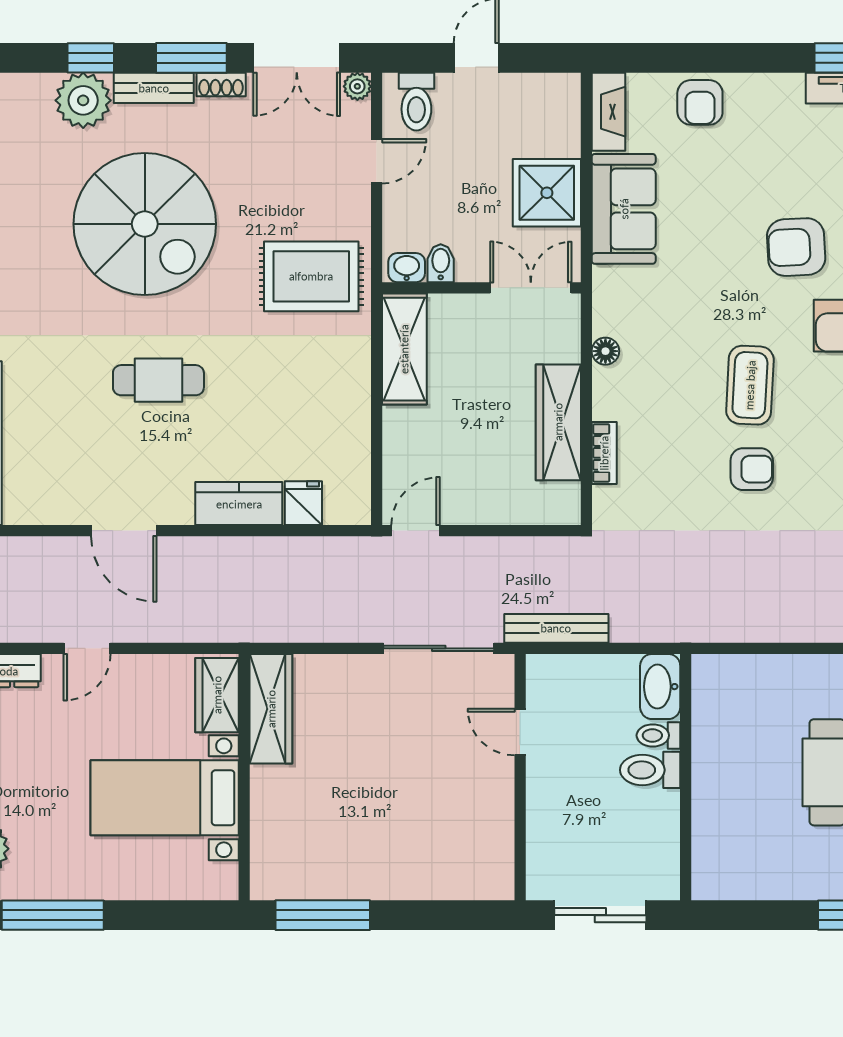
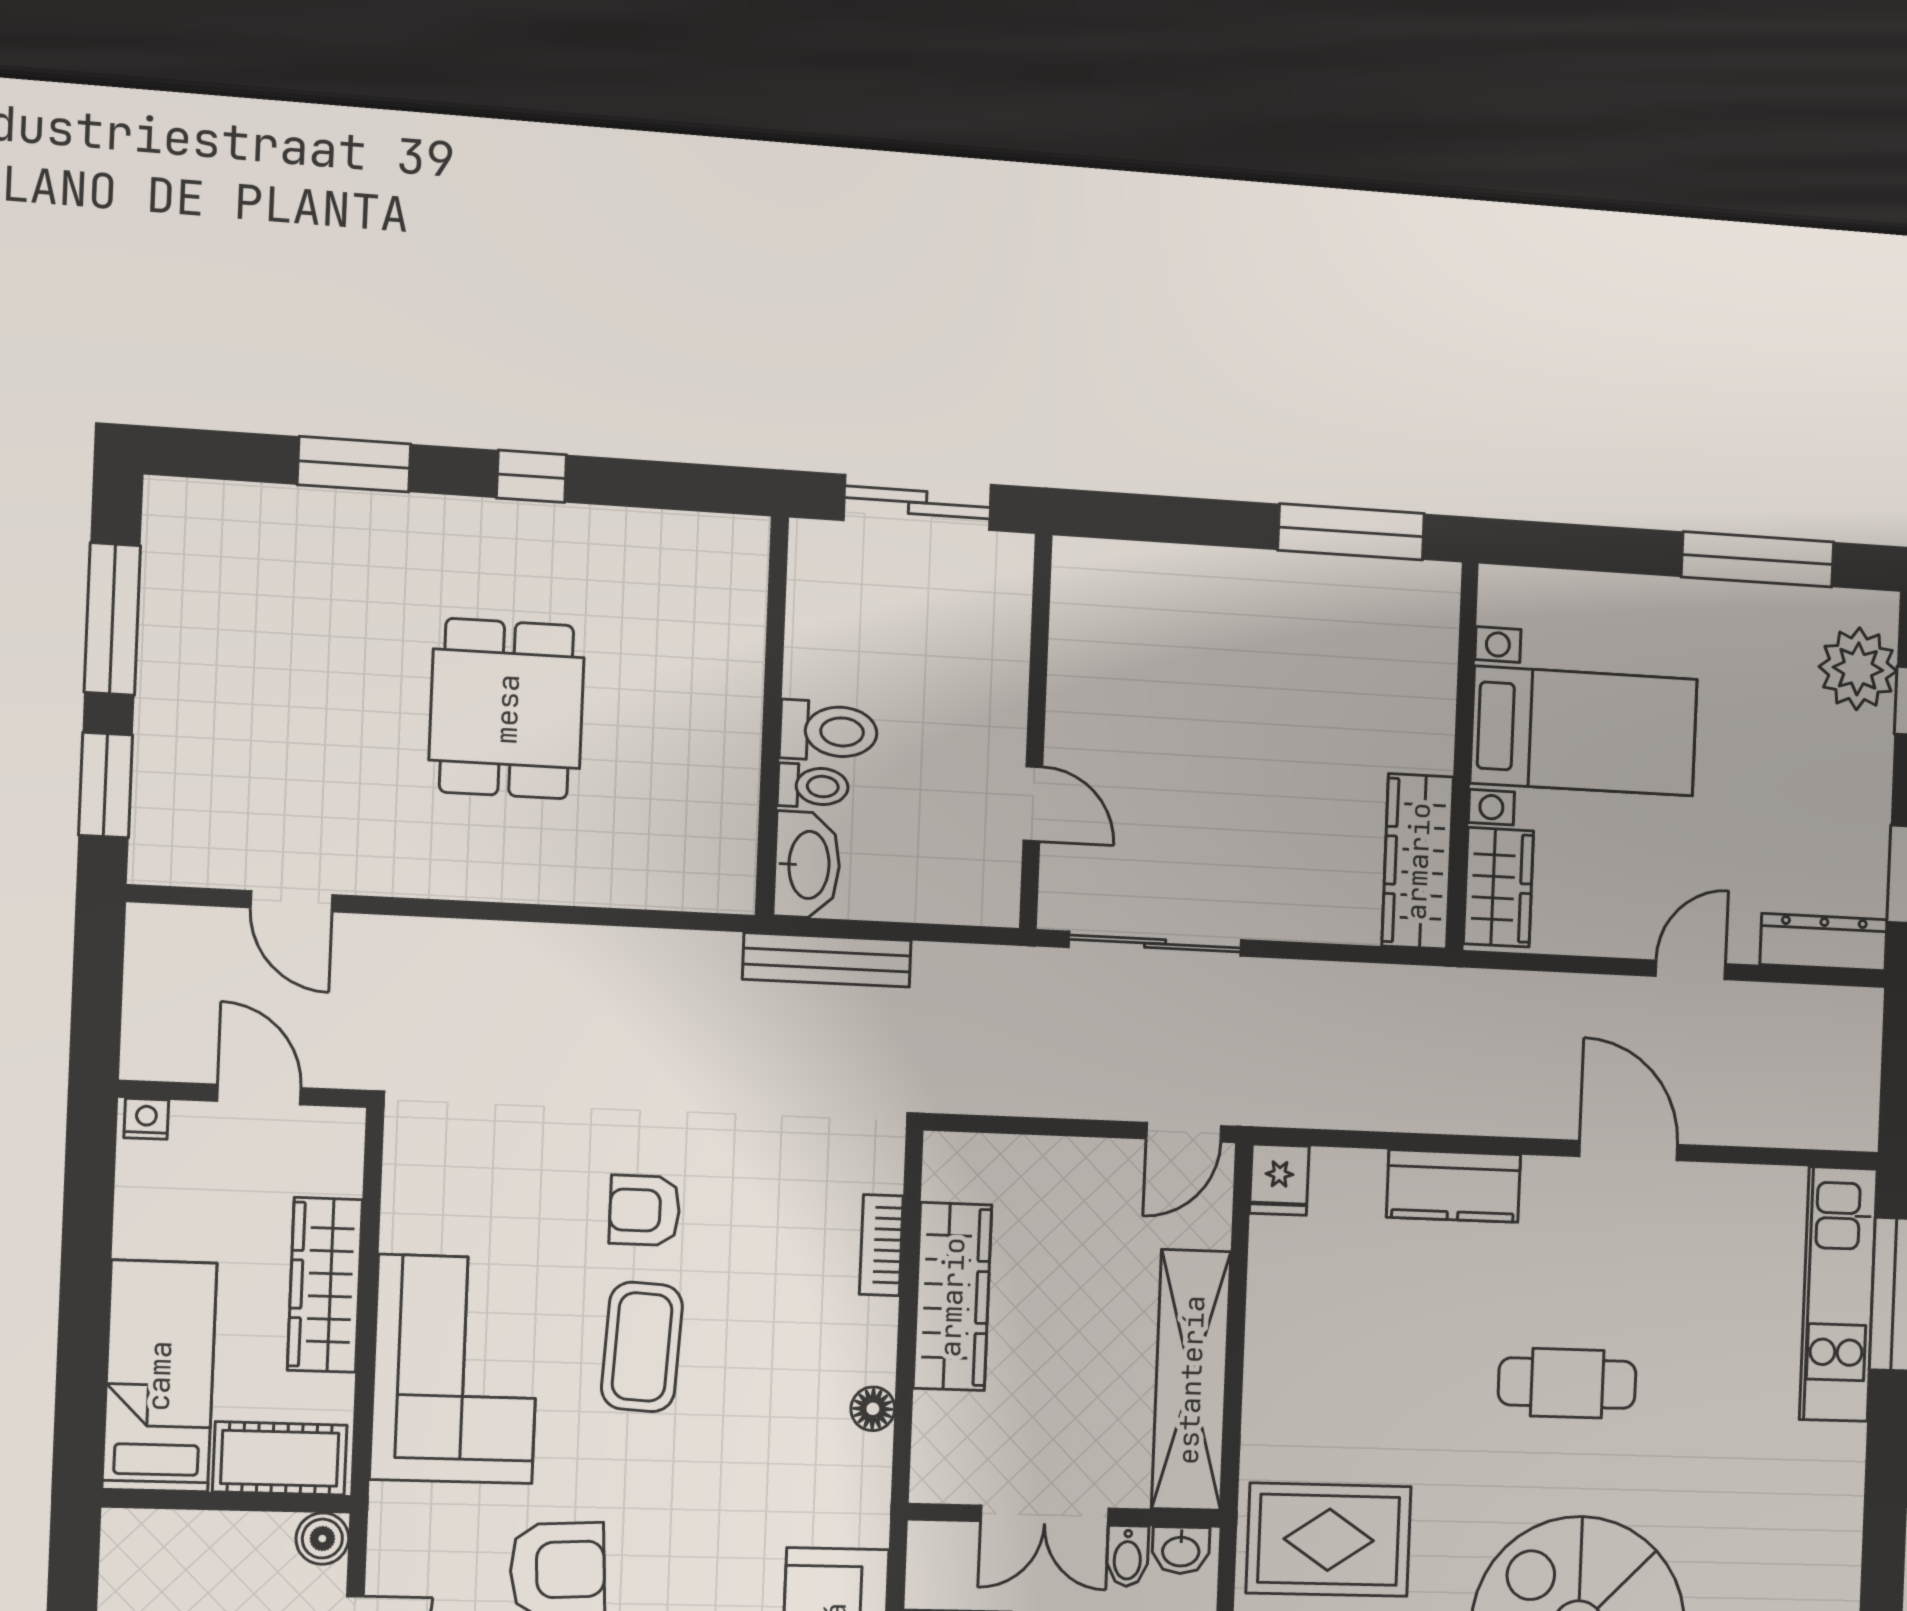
double door: (531, 288) -> (1045, 1515), moved
shelving: (404, 349) -> (1191, 1380), width x1.47
fridge: (303, 503) -> (1279, 1180), moved
bench: (556, 628) -> (827, 960), moved

